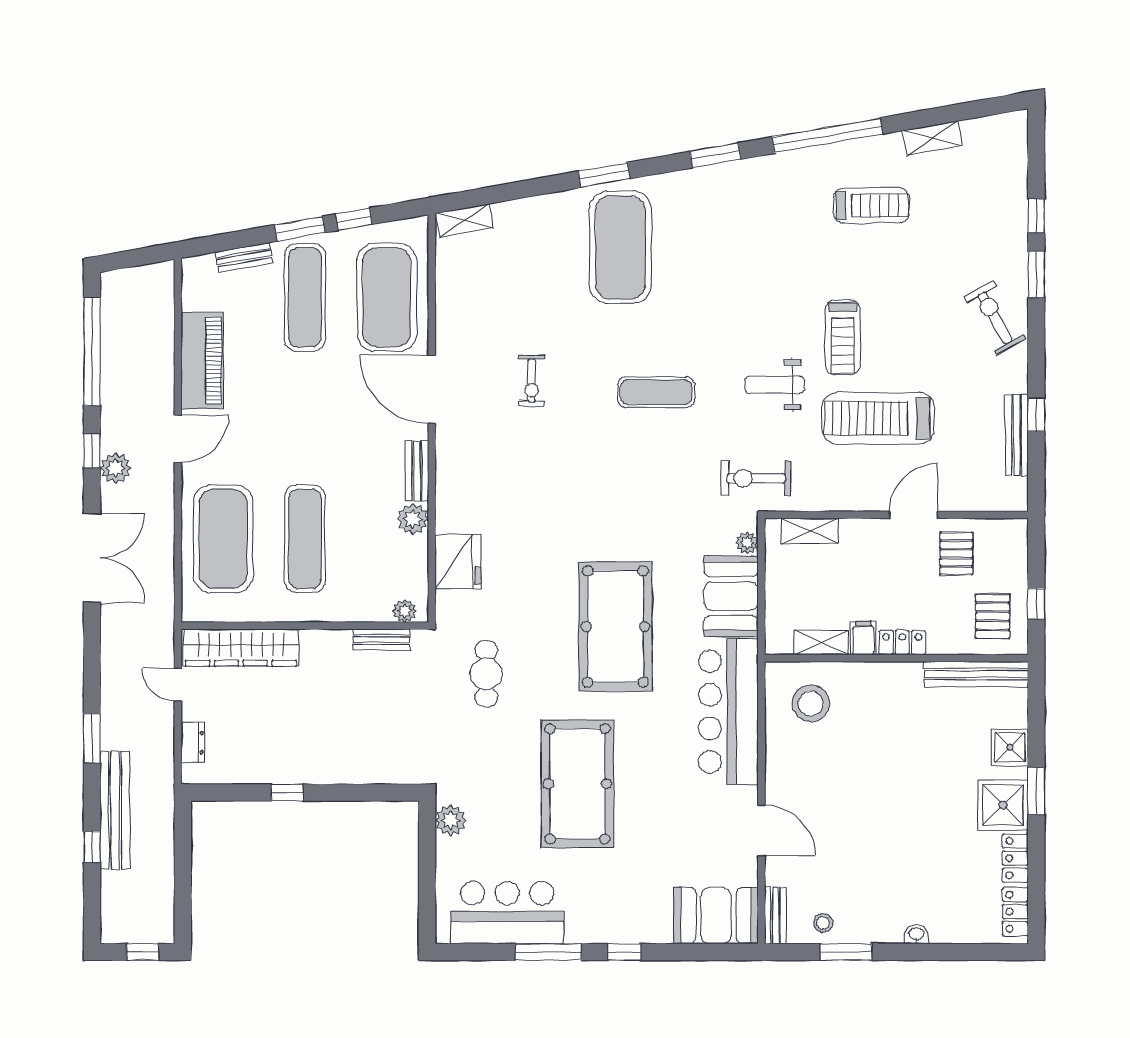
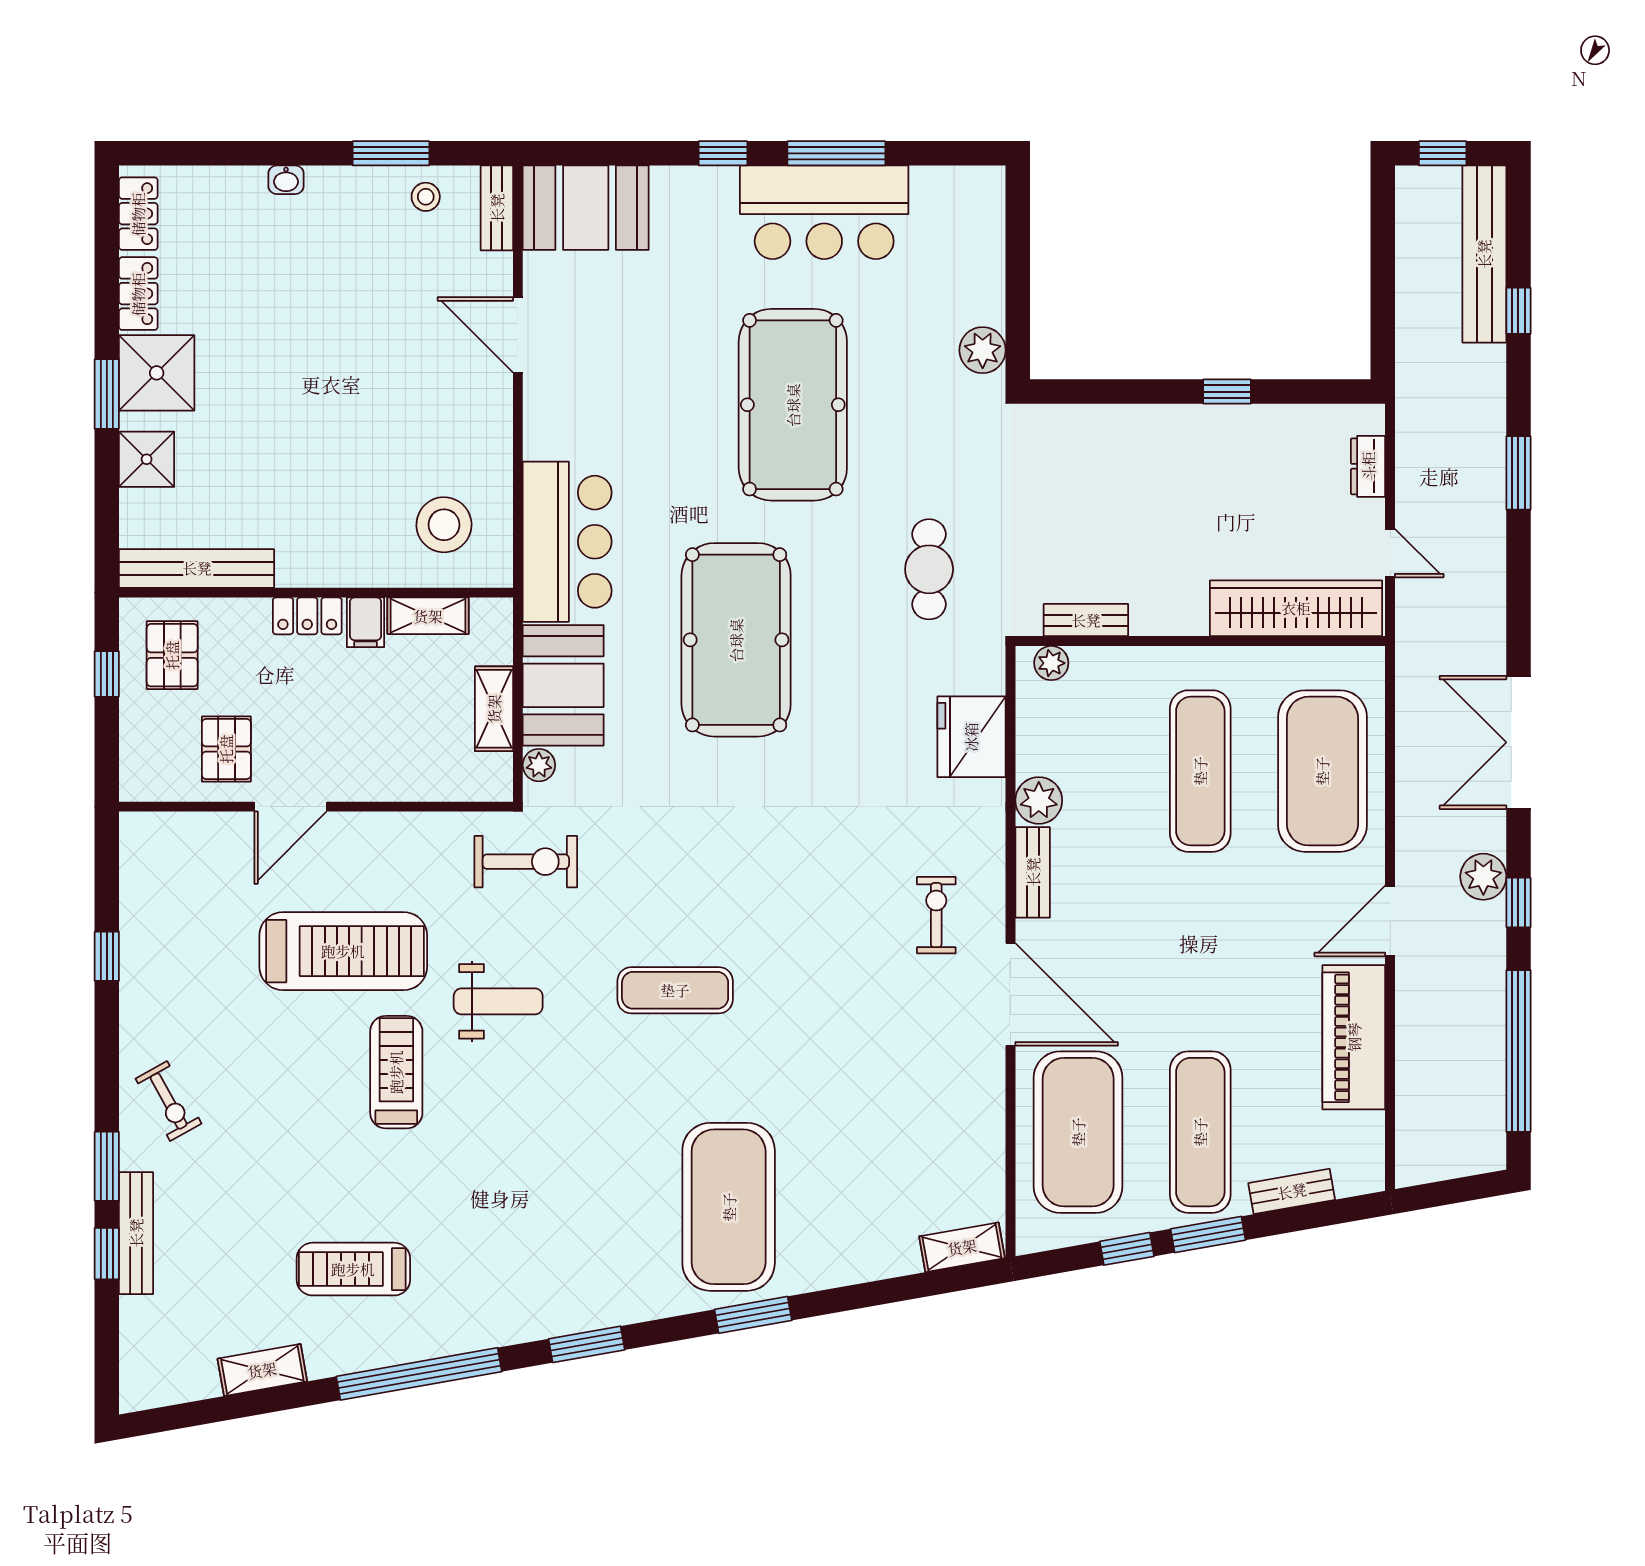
exercise bike: (995, 318) -> (169, 1101), width x0.73, depth x0.72
exercise bike: (532, 381) -> (936, 915), moved
bench: (1017, 435) -> (136, 1233), moved
shelving: (810, 531) -> (494, 709), moved, turned 90
bar counter: (728, 712) -> (567, 542), width x0.73
bench: (115, 810) -> (1484, 254), moved
bar counter: (507, 913) -> (824, 212), moved

